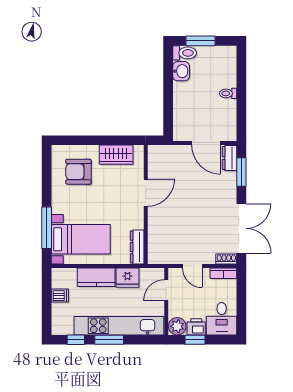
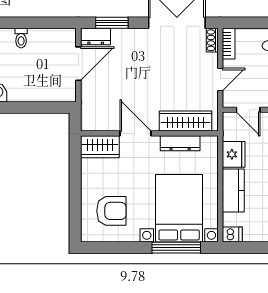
wardrobe: (116, 155) -> (100, 147), moved, turned 90
armchair: (78, 172) -> (111, 211), turned -90
wardrobe: (156, 236) -> (185, 121), added
bed with nightstands: (81, 239) -> (179, 208), width x1.36
dresser: (137, 247) -> (180, 143), moved
dishwasher: (60, 296) -> (232, 234), moved, turned 90

